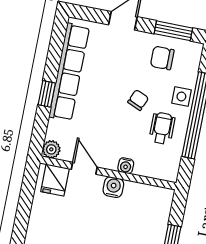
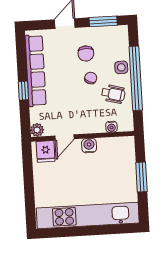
chair: (162, 58) -> (86, 54), moved, turned -90
wheelchair: (162, 128) -> (113, 94), turned 105
water cooler: (126, 166) -> (111, 127), moved
door: (84, 168) -> (64, 137), swing flipped

